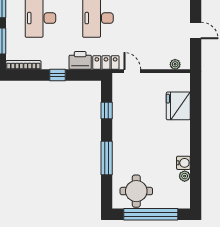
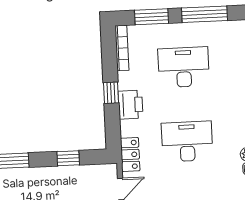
printer: (80, 60) -> (130, 105), moved

